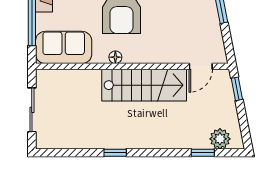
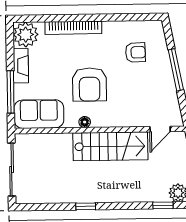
sliding door: (32, 110) -> (12, 170), width x1.37

